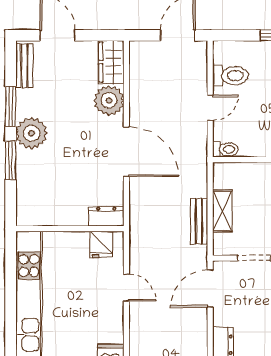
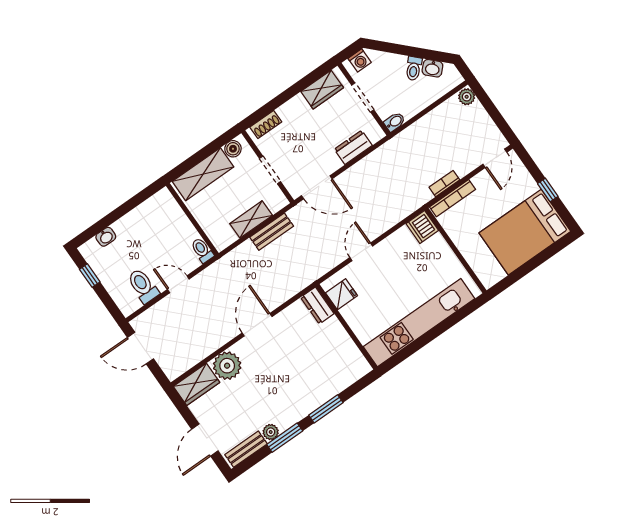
plant: (31, 133) -> (271, 432), moved, width x0.53, depth x0.53
door: (126, 152) -> (257, 325), width x0.73

